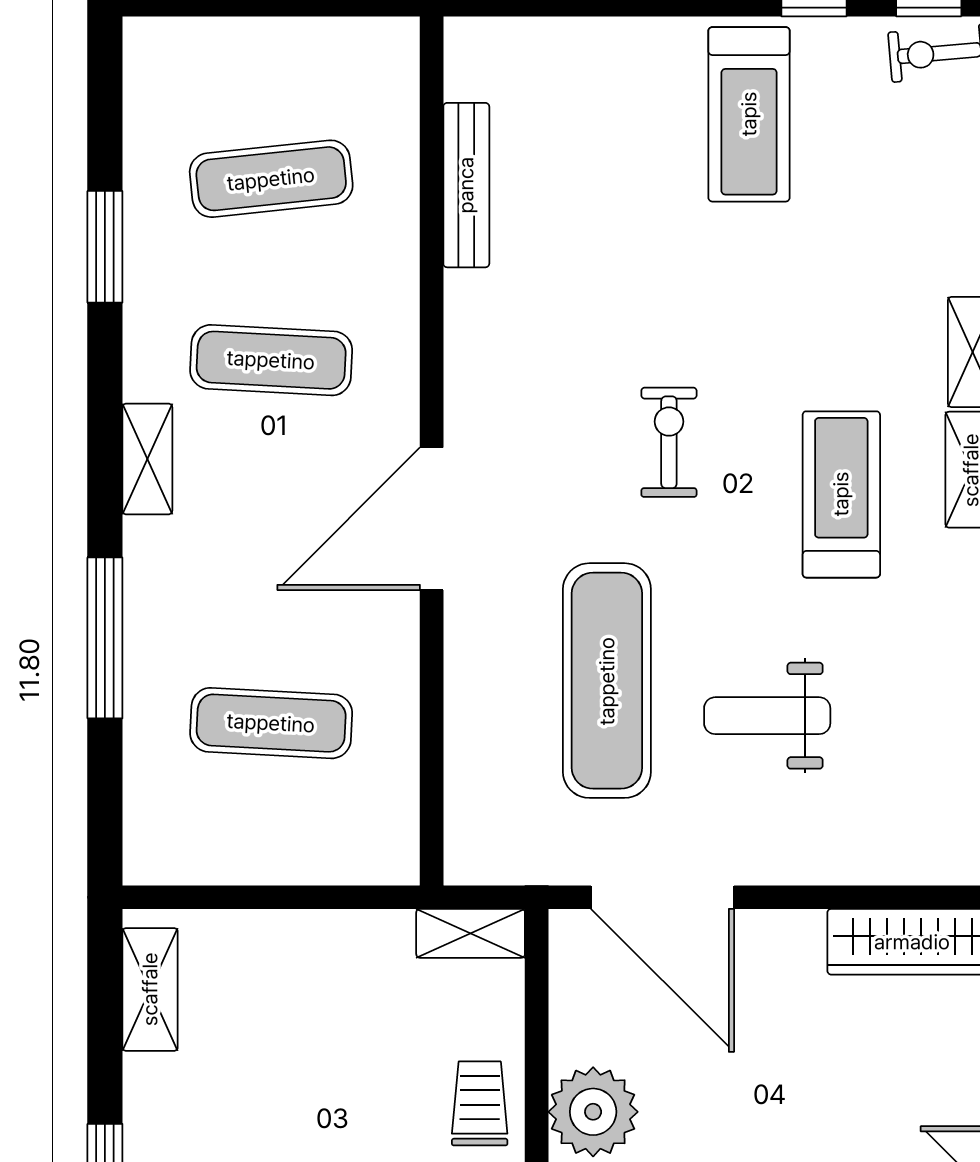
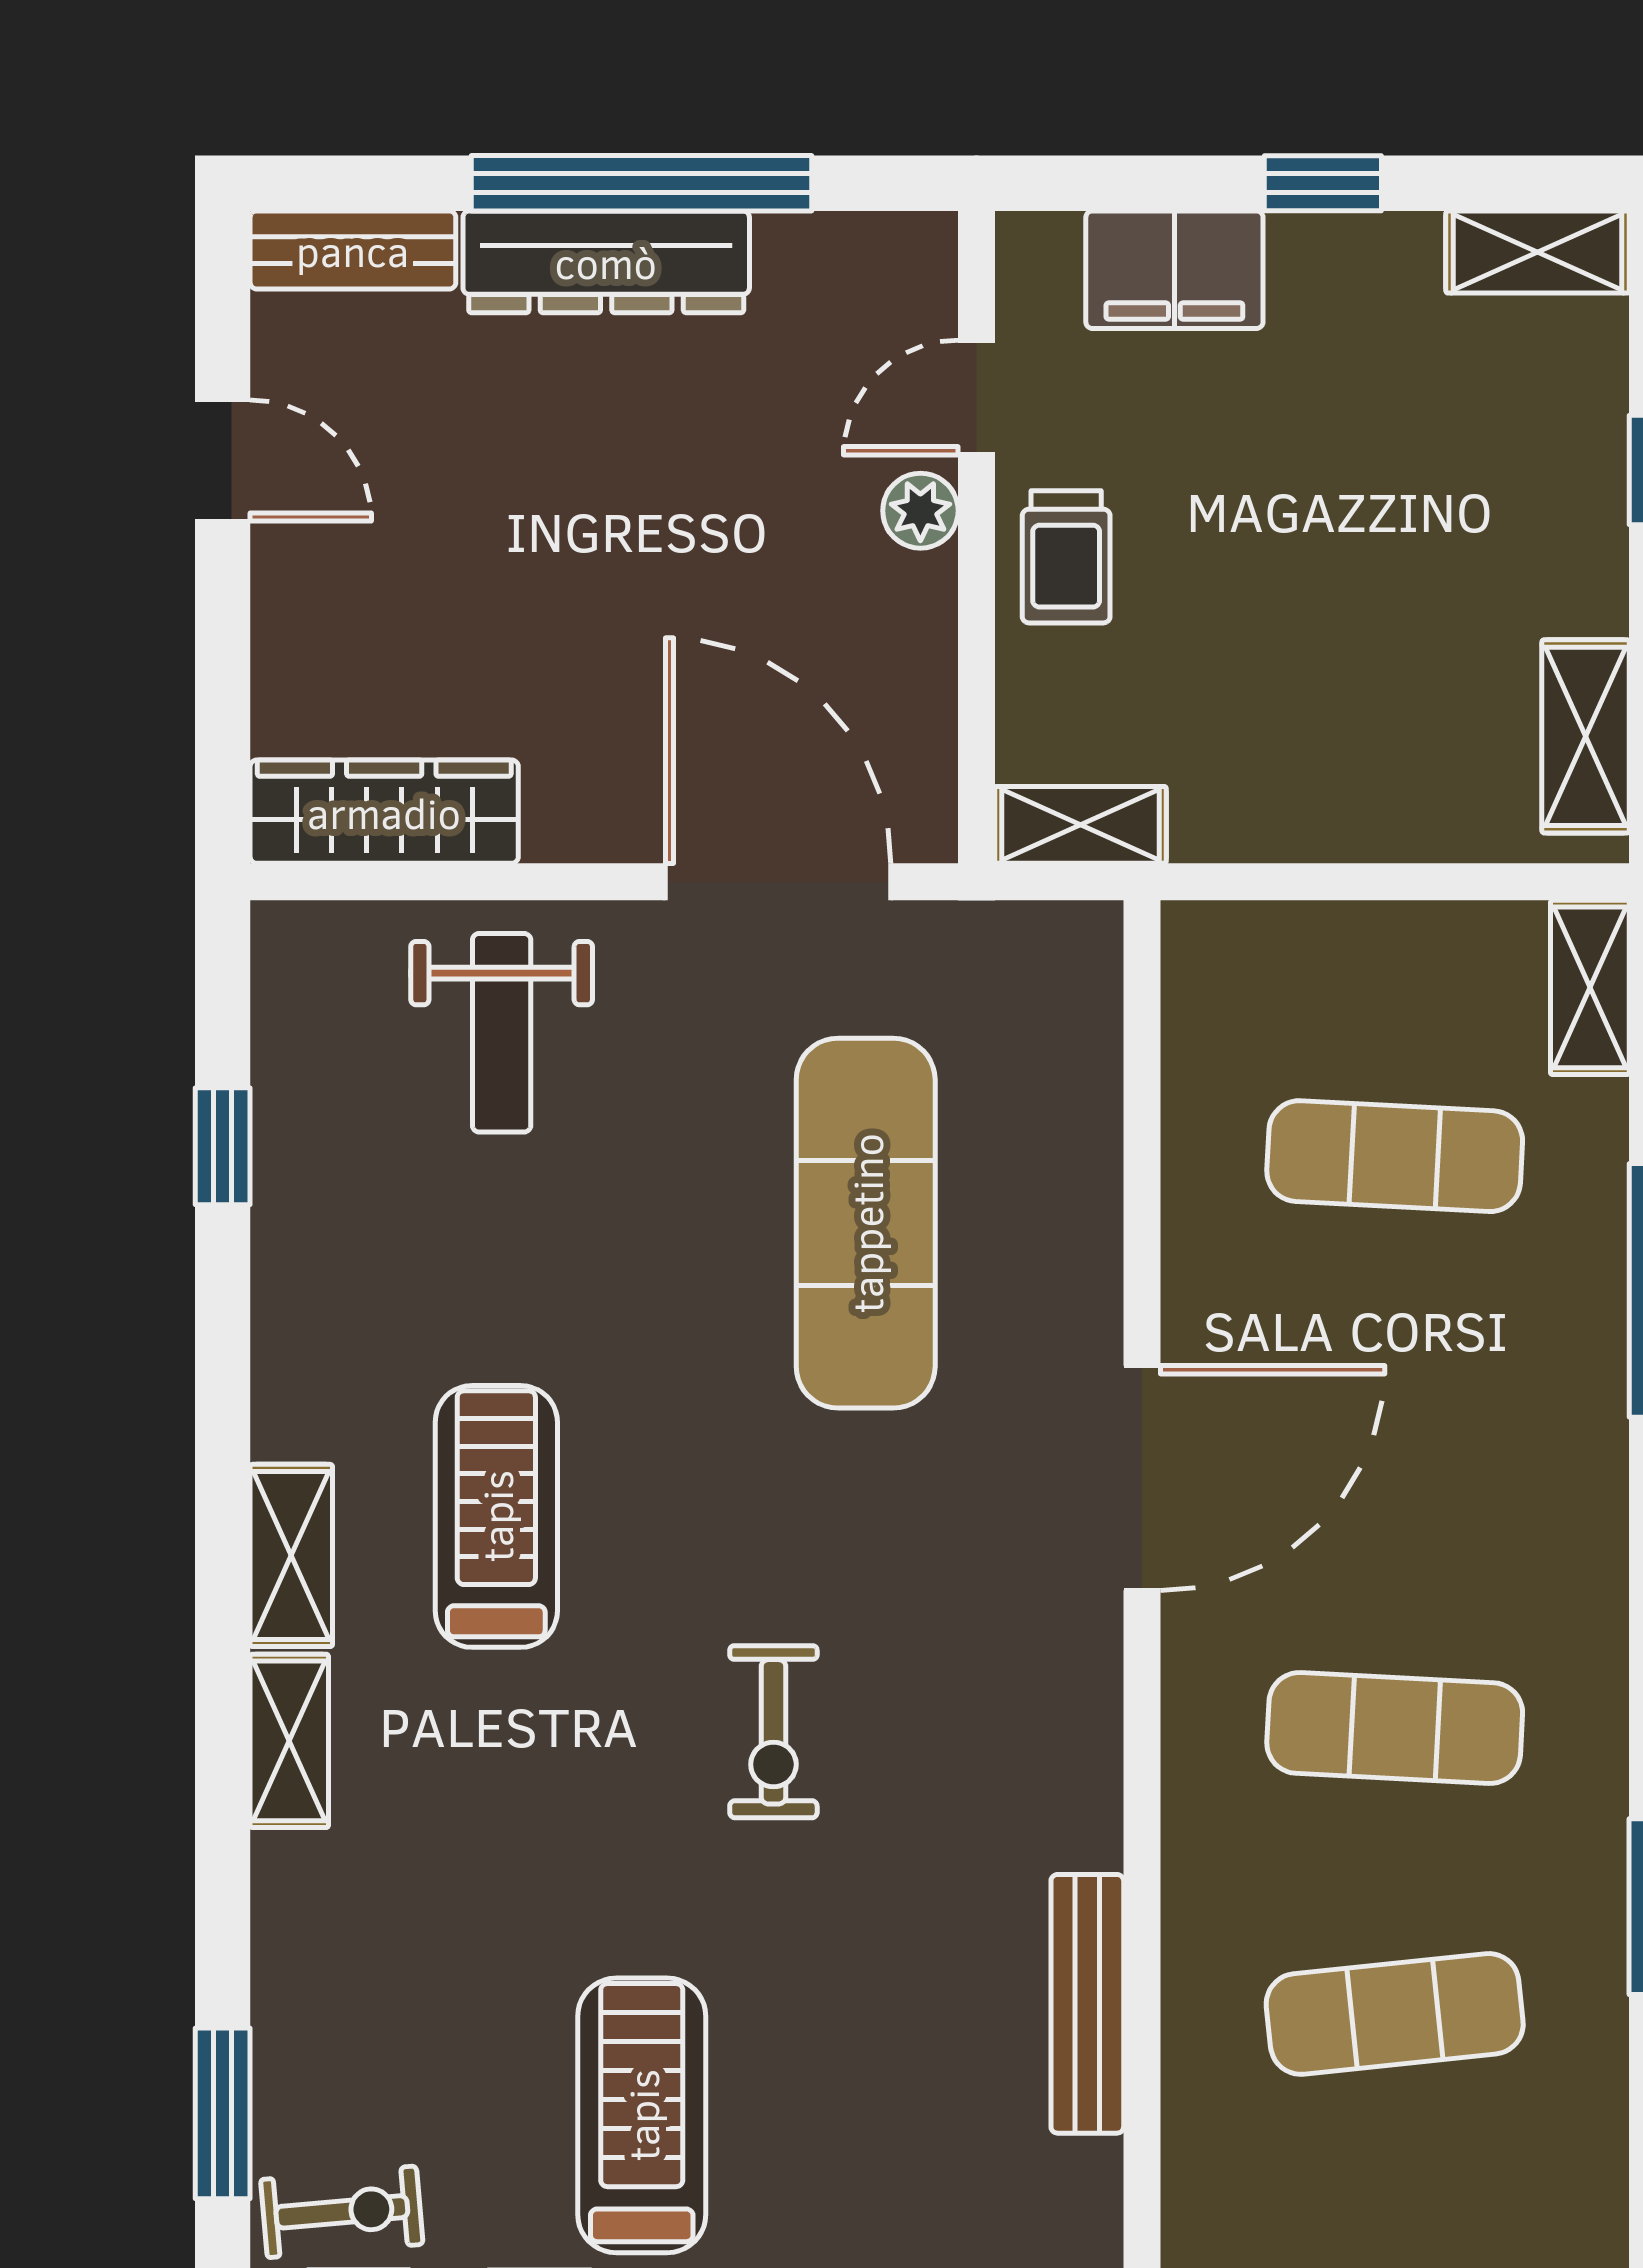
exercise bike: (669, 442) -> (773, 1732), moved
shelving: (147, 459) -> (1590, 987), moved
treadmill: (841, 494) -> (496, 1516), turned 180
weight bench: (767, 716) -> (502, 1033), moved, turned 90
plant: (593, 1112) -> (920, 511), width x0.53, depth x0.53

